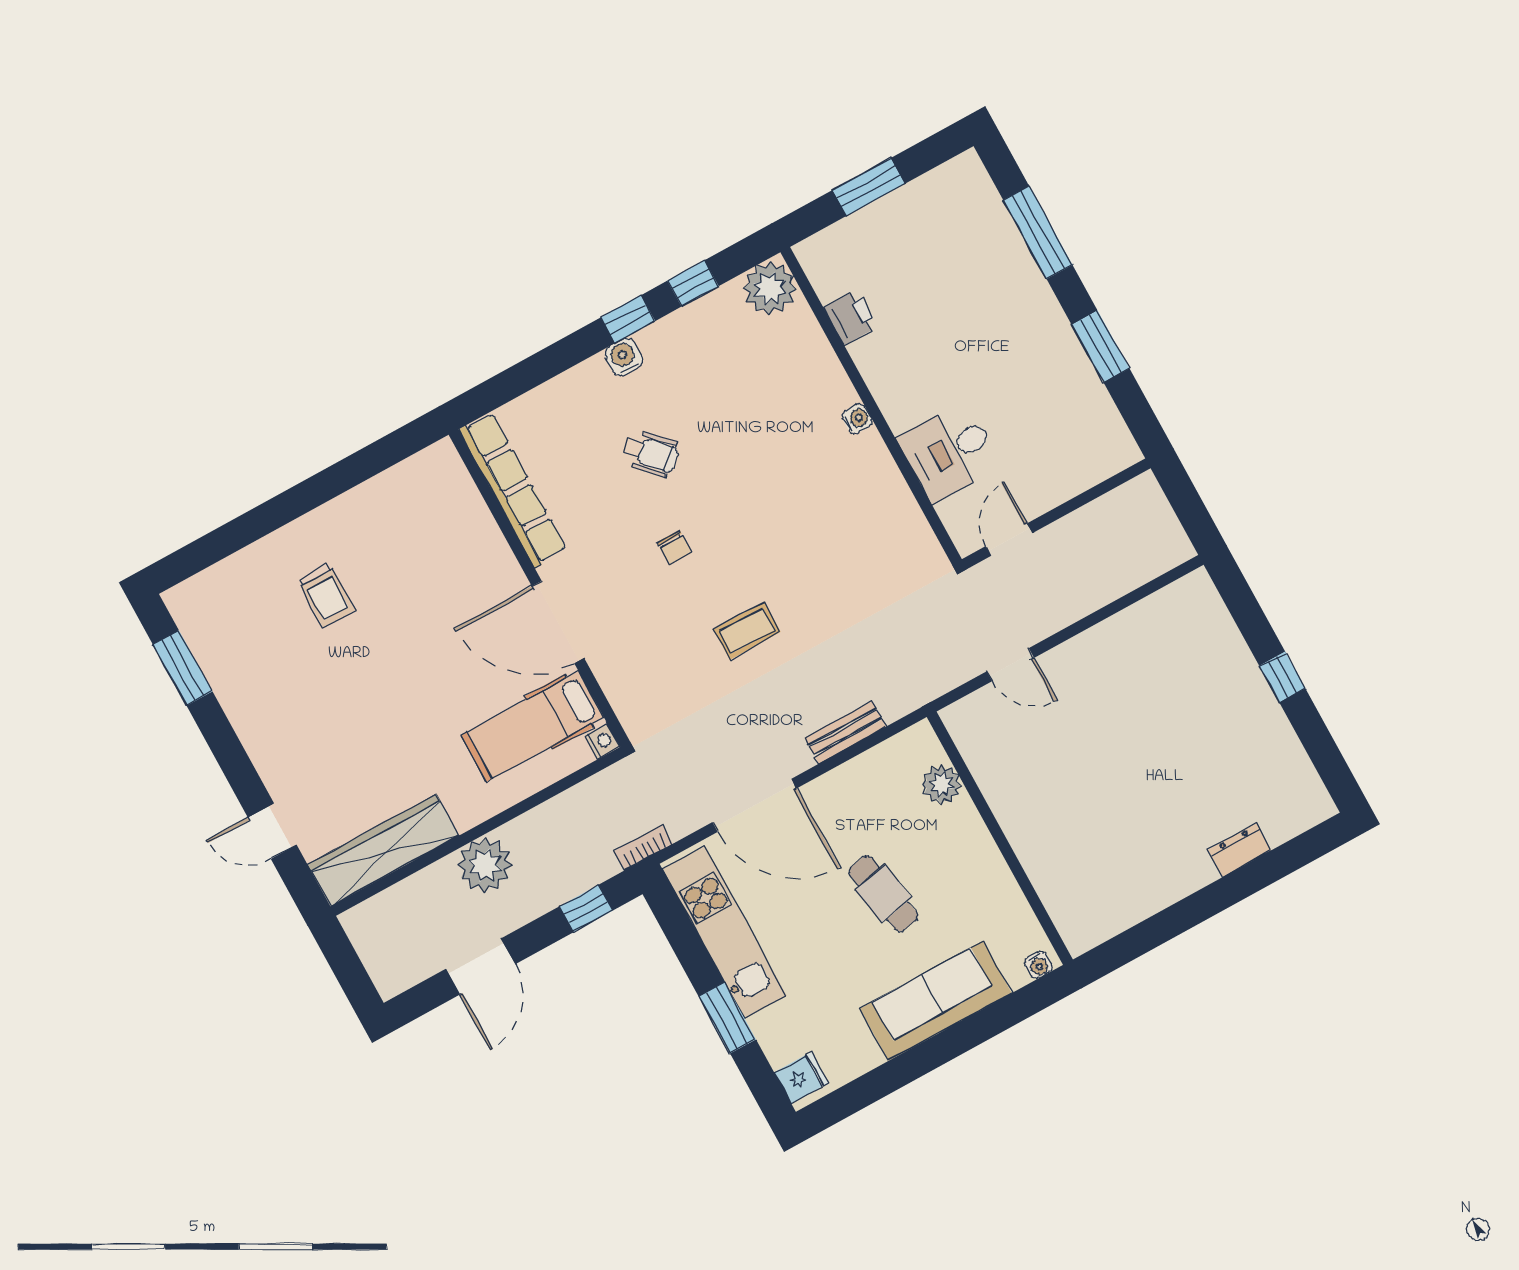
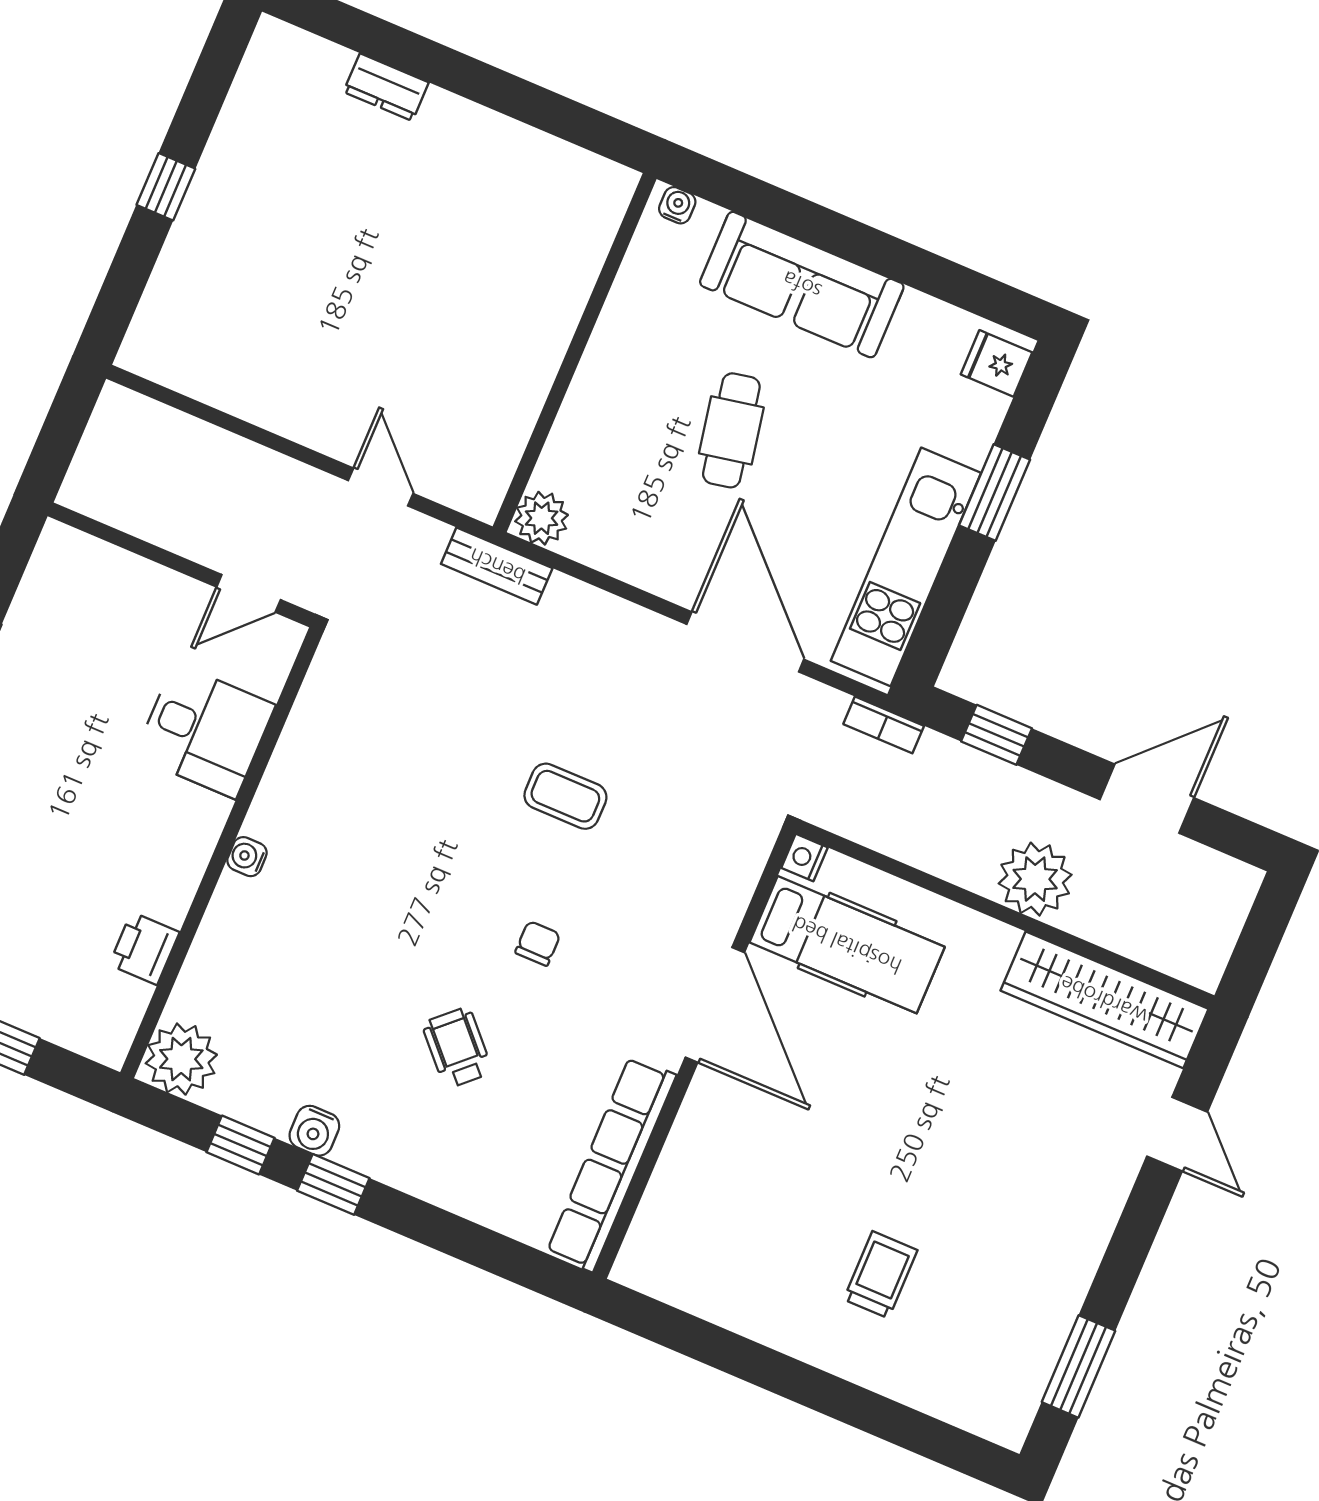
water cooler: (624, 357) -> (314, 1131), moved
bench: (845, 732) -> (497, 566), moved
plant: (941, 785) -> (542, 518), moved

